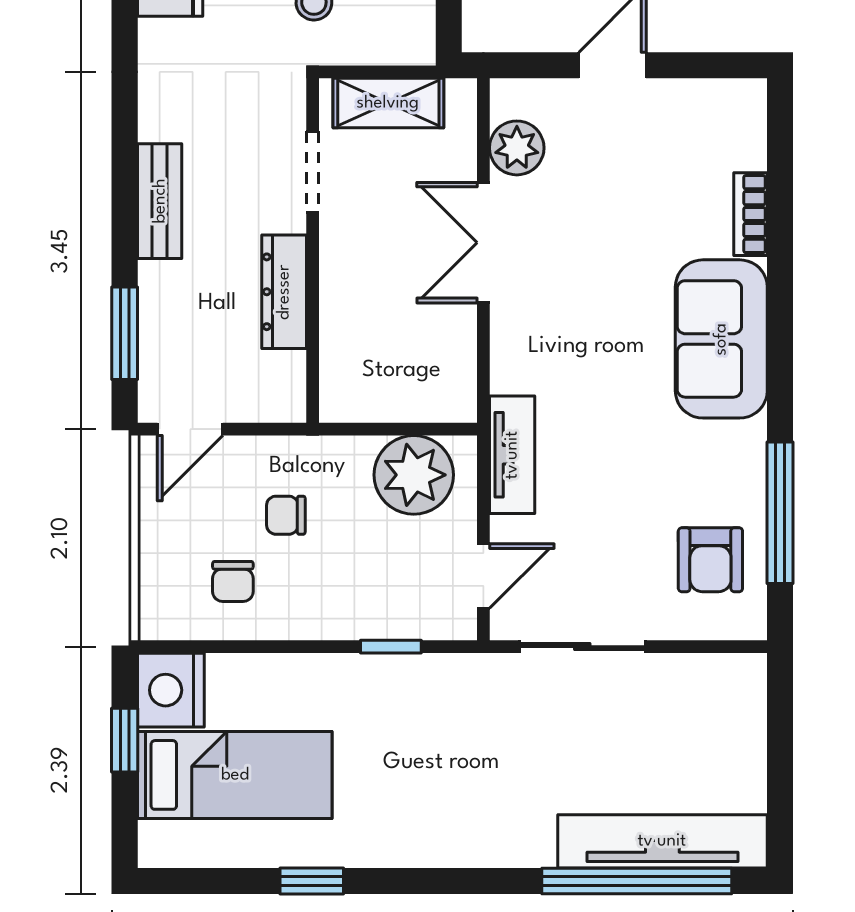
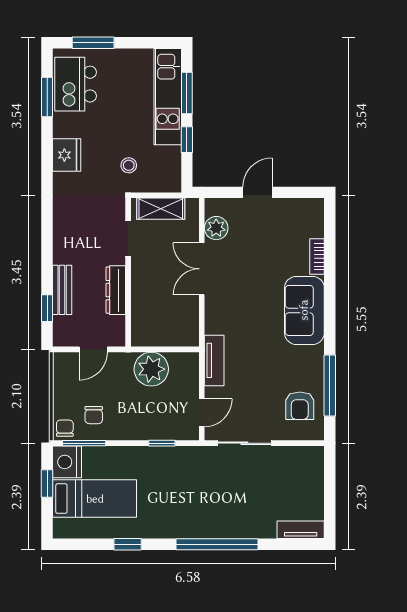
bench: (160, 201) -> (62, 290), moved
window: (125, 333) -> (47, 308), width x0.67
door: (190, 429) -> (93, 349), moved
plant: (414, 475) -> (151, 369), moved
chair: (286, 515) -> (65, 428), moved, turned 90
window: (211, 647) -> (84, 443), added
tv unit: (662, 841) -> (301, 530), width x0.52, depth x0.78
window: (637, 881) -> (217, 544), moved

